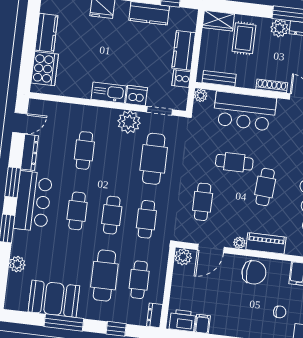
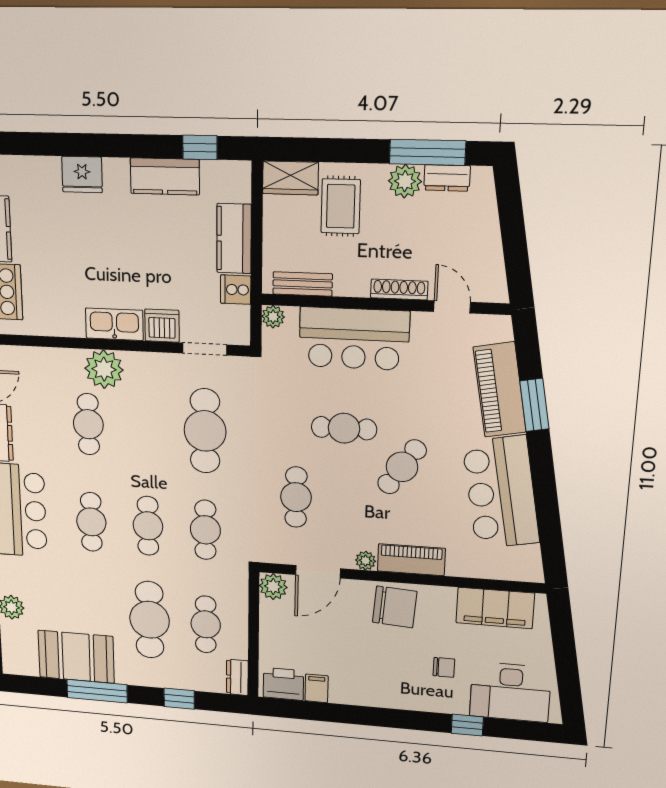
plant: (129, 122) -> (104, 369), moved
cafe table: (265, 187) -> (402, 467), turned 30

